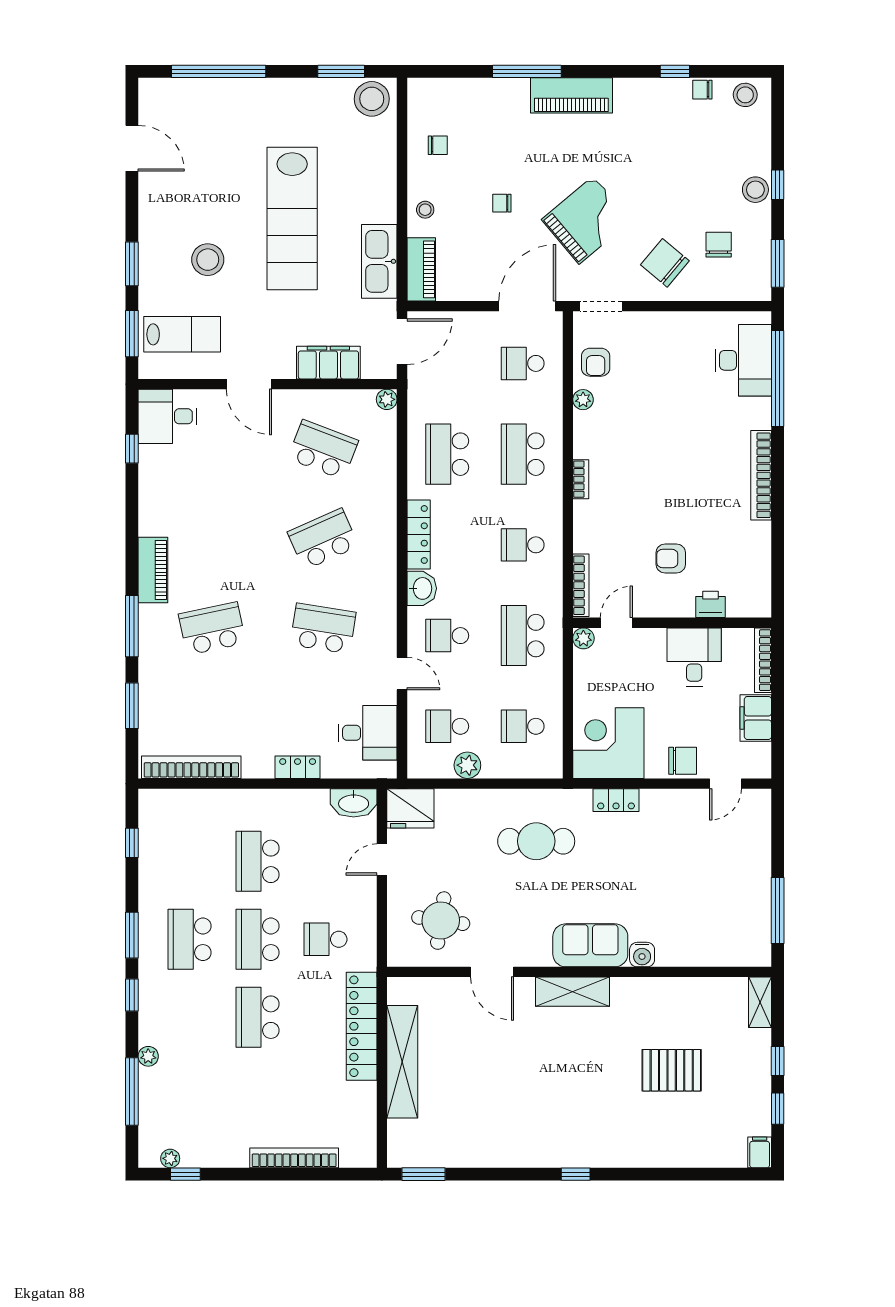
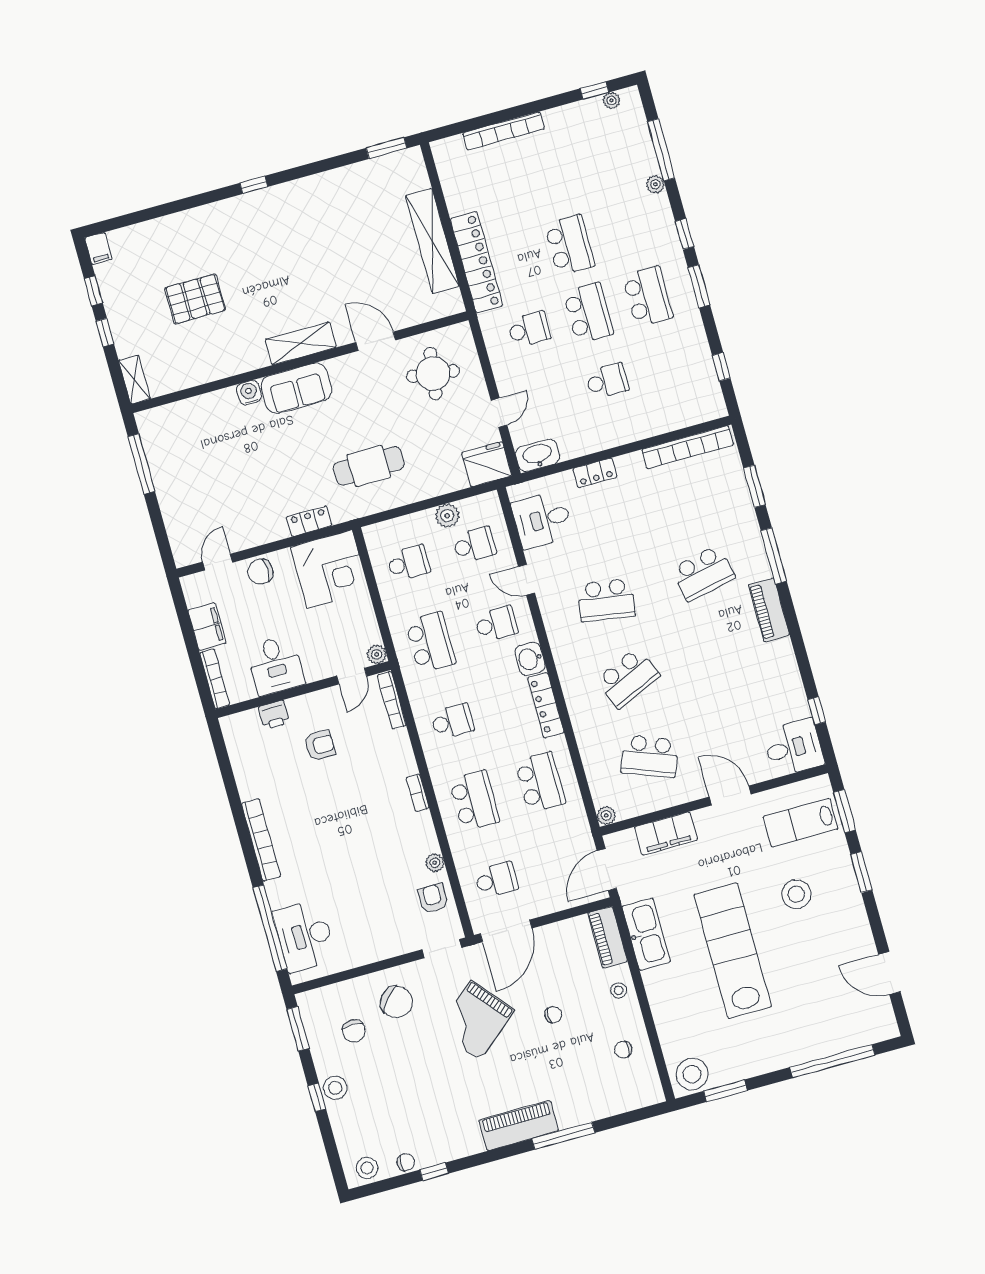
school desk: (258, 861) -> (607, 381), width x0.54

